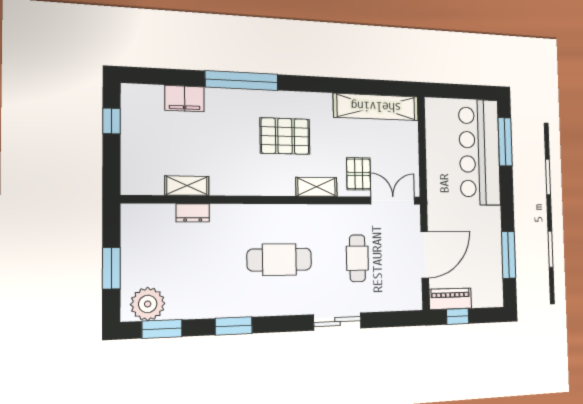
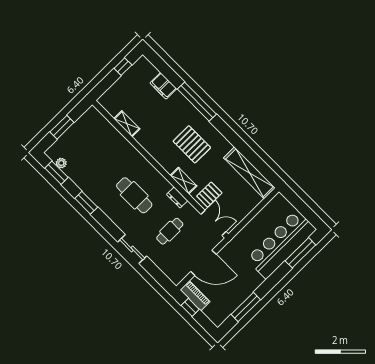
dresser: (193, 213) -> (177, 198), moved
plant: (148, 304) -> (61, 163), width x0.53, depth x0.53

